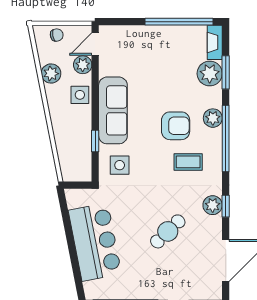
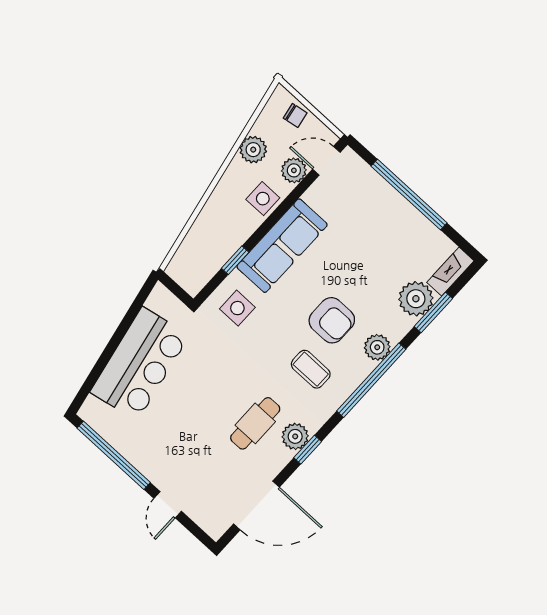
window: (179, 22) -> (409, 195), moved
cafe table: (168, 231) -> (255, 423), moved, turned -46

